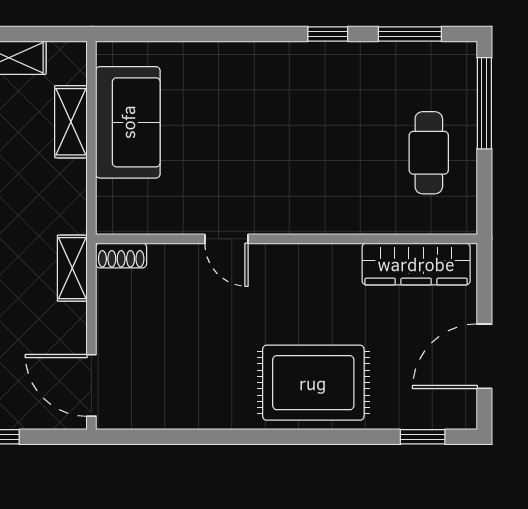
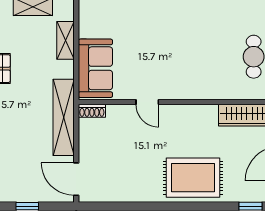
sofa: (128, 122) -> (95, 68), moved
shelving: (72, 268) -> (64, 117), width x2.20, depth x1.33

